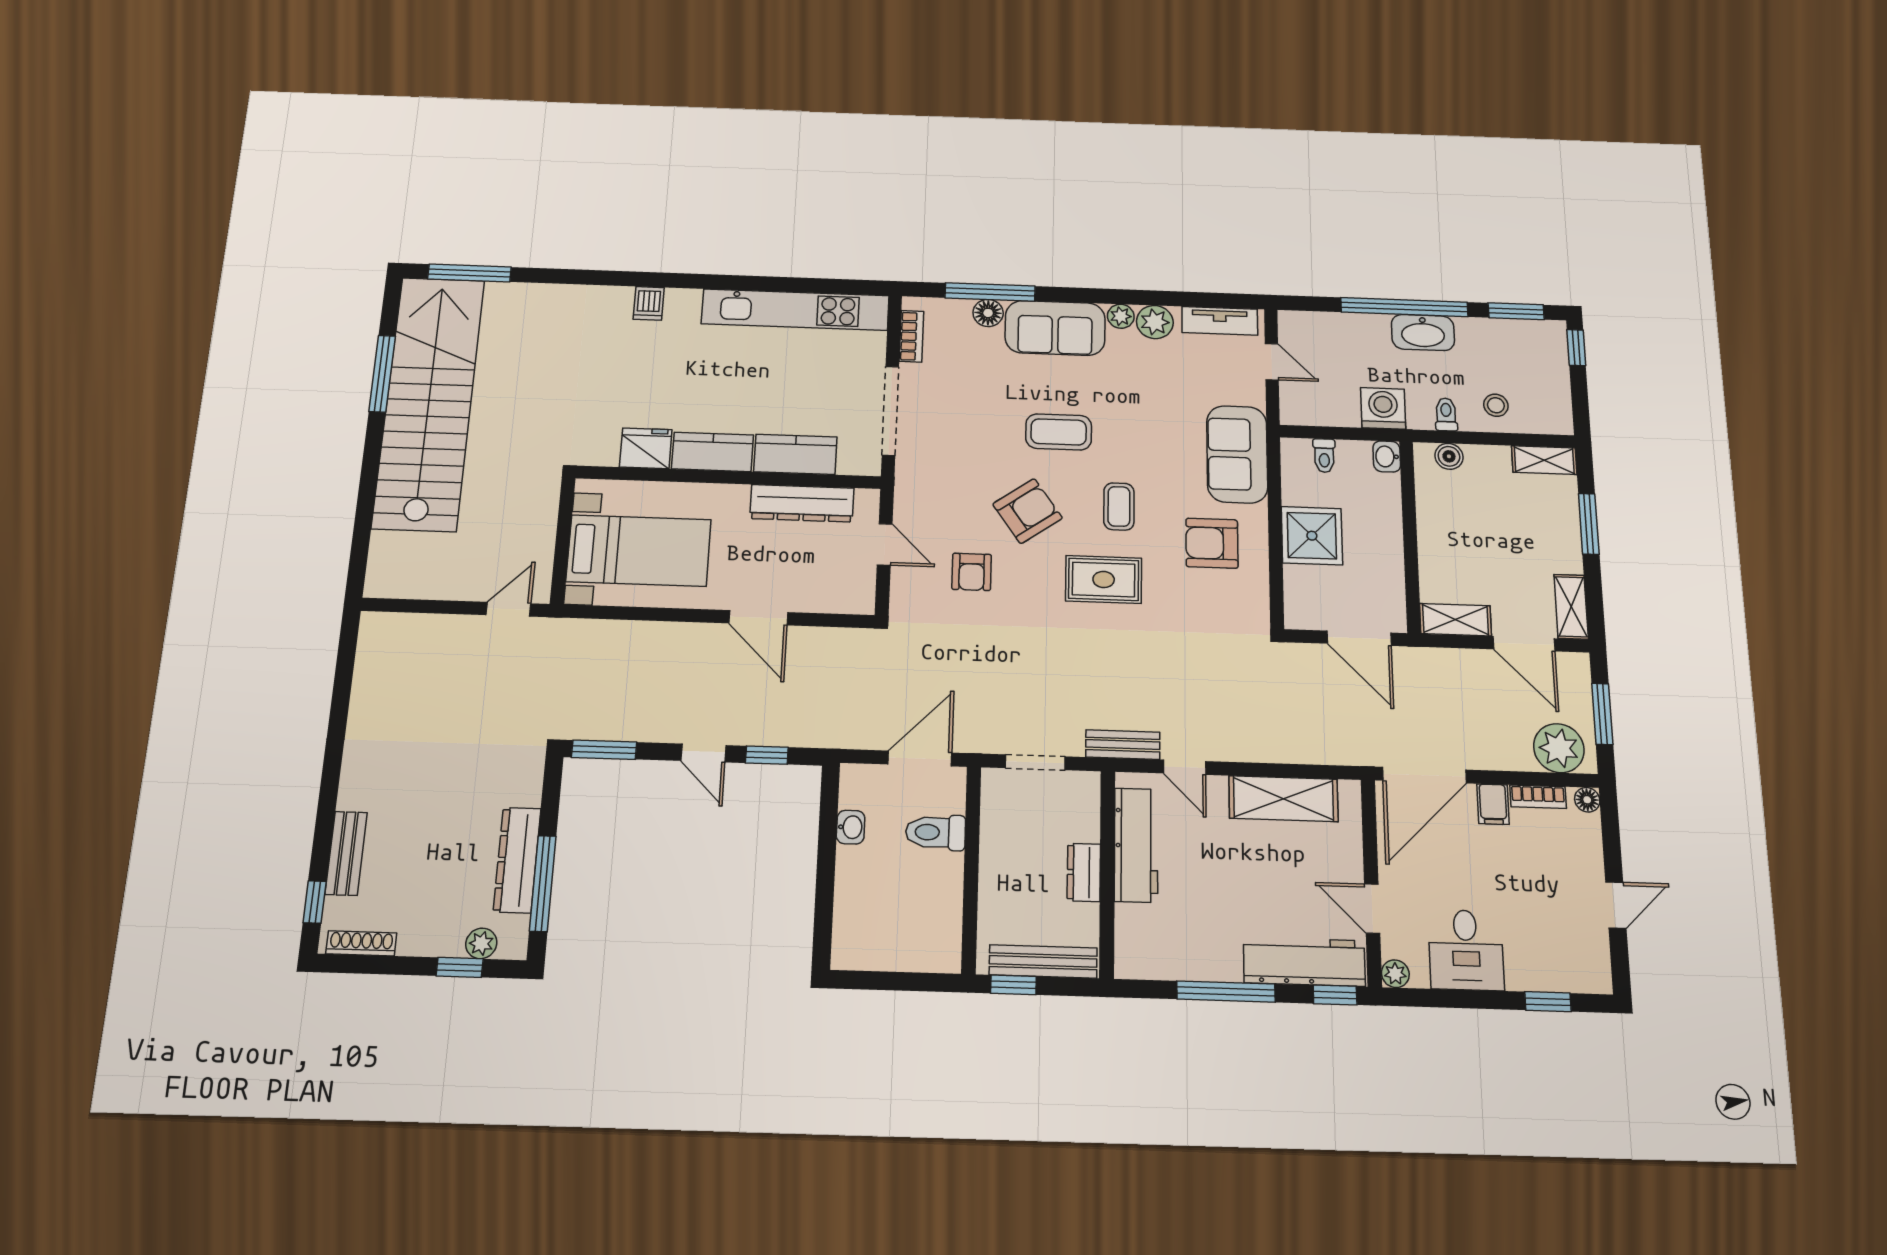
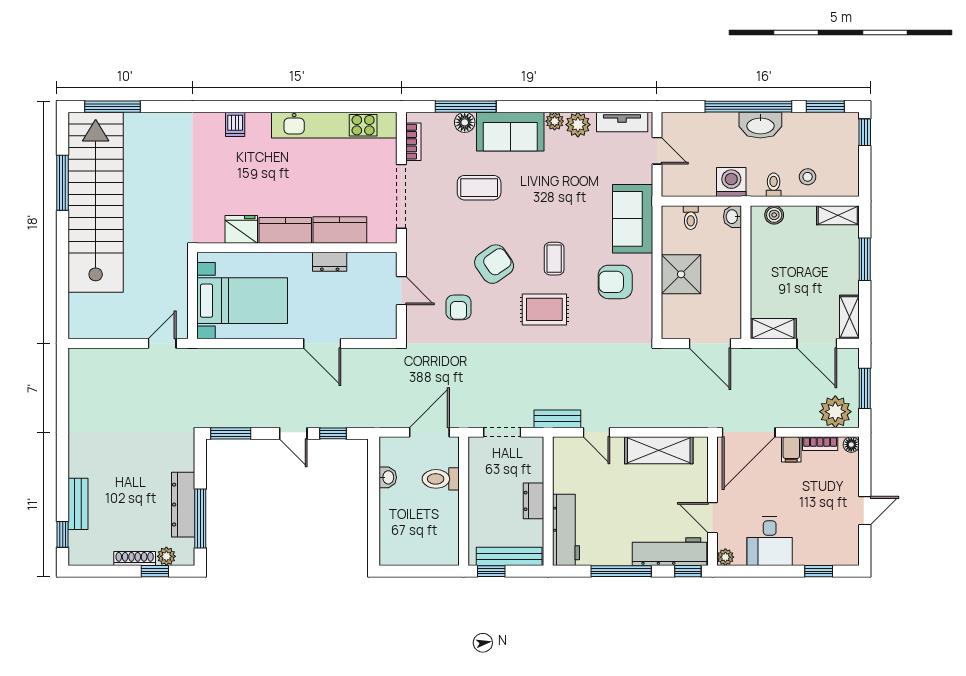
coffee table: (1059, 432) -> (479, 188), moved
dresser: (802, 503) -> (330, 262), width x0.51, depth x0.80
workbench: (1136, 845) -> (566, 530), moved
shoe rack: (361, 943) -> (135, 559), moved

